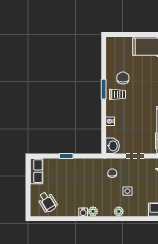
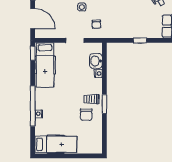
washbasin: (113, 146) -> (96, 61), moved

